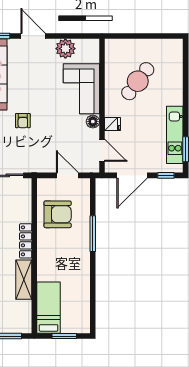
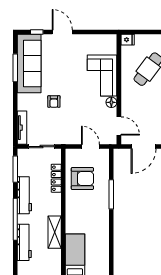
plant: (65, 49) -> (89, 42), removed
fridge: (113, 124) -> (128, 40), moved
locker: (26, 241) -> (56, 178), moved

